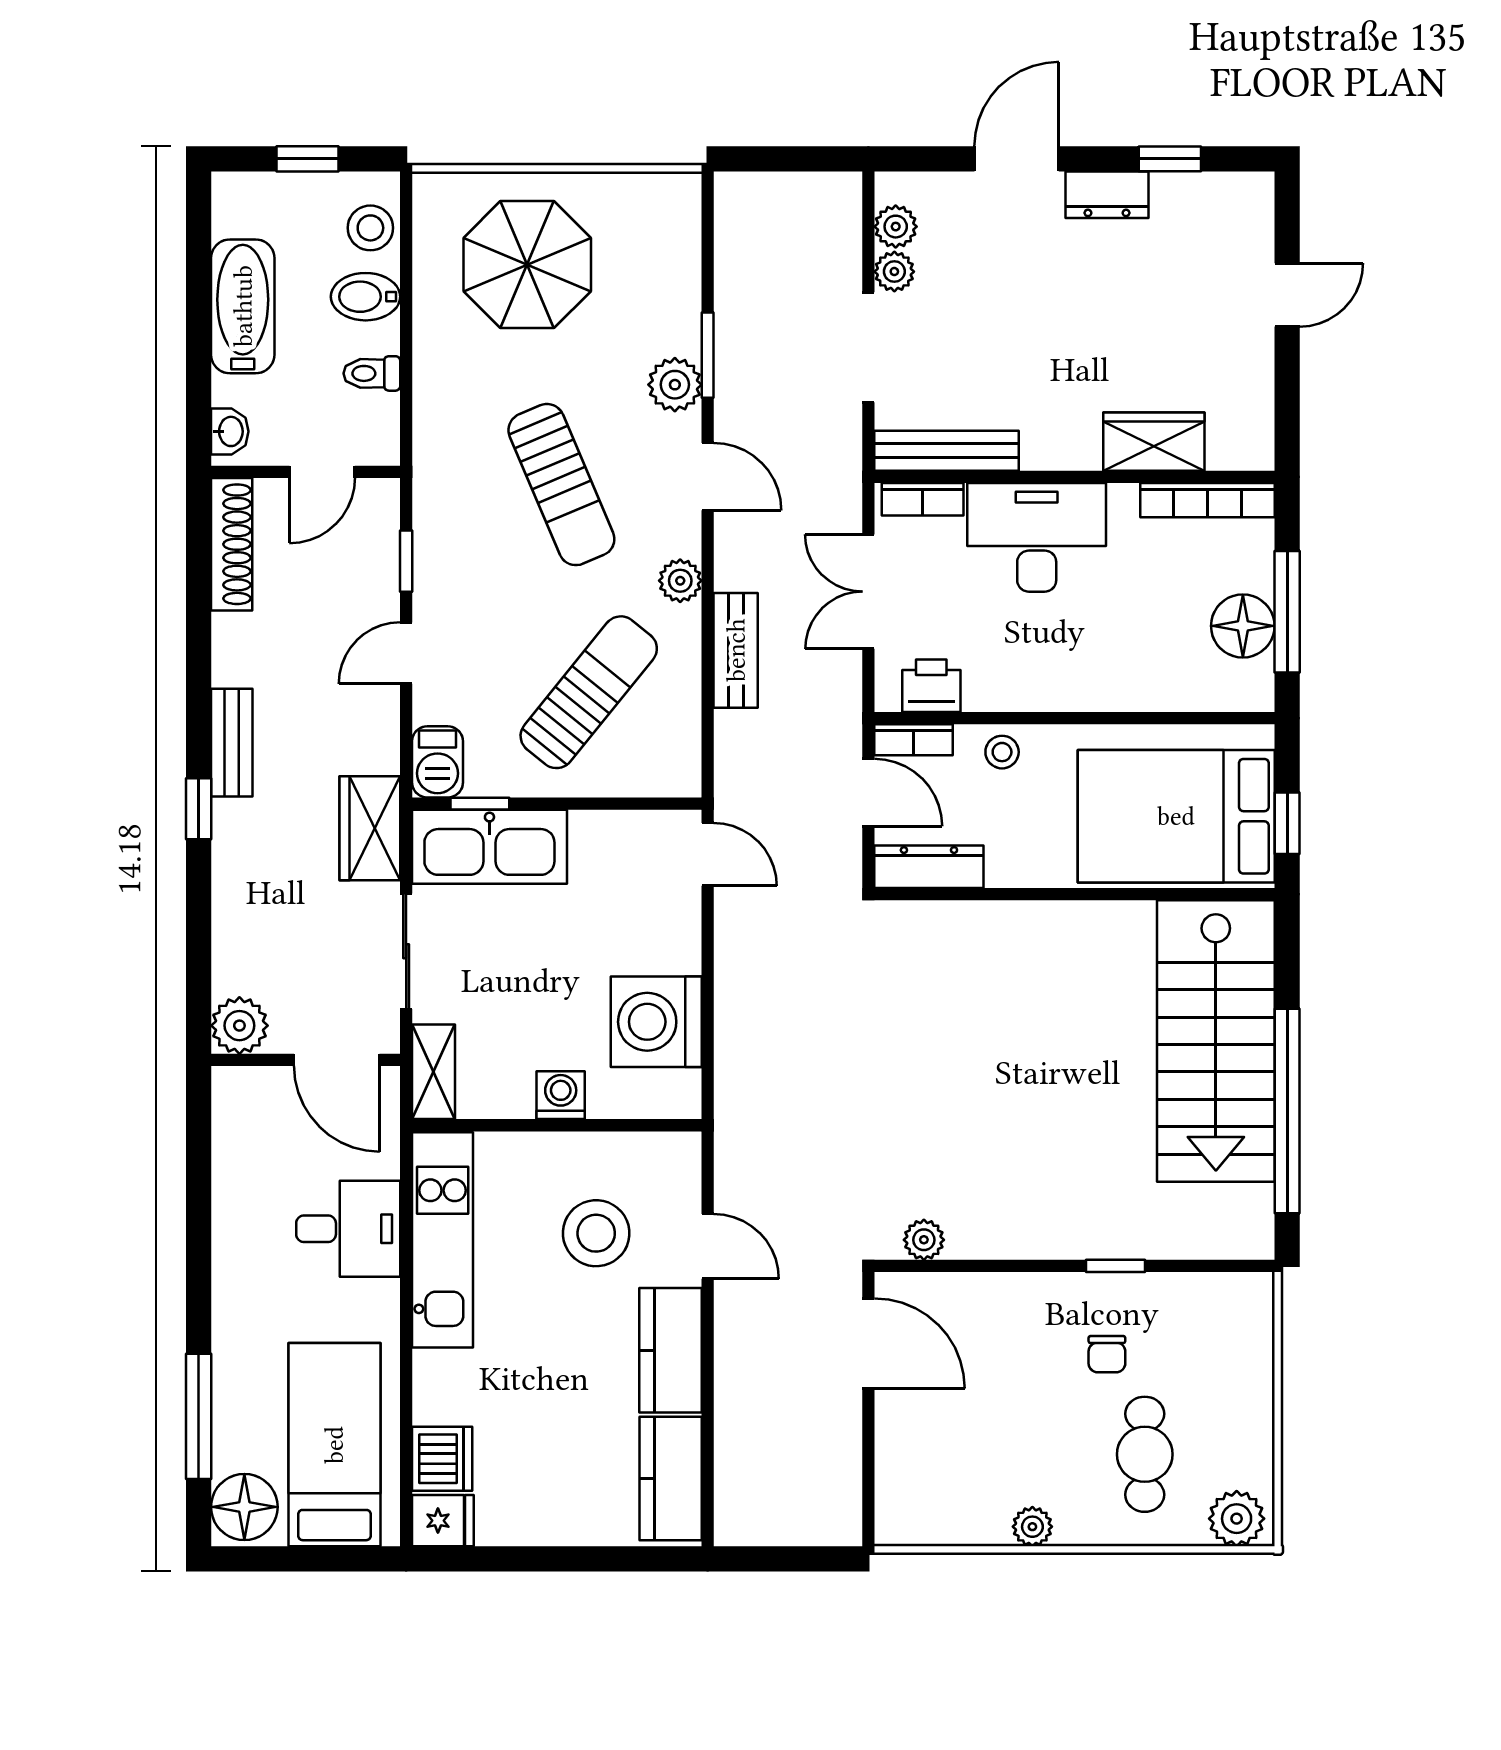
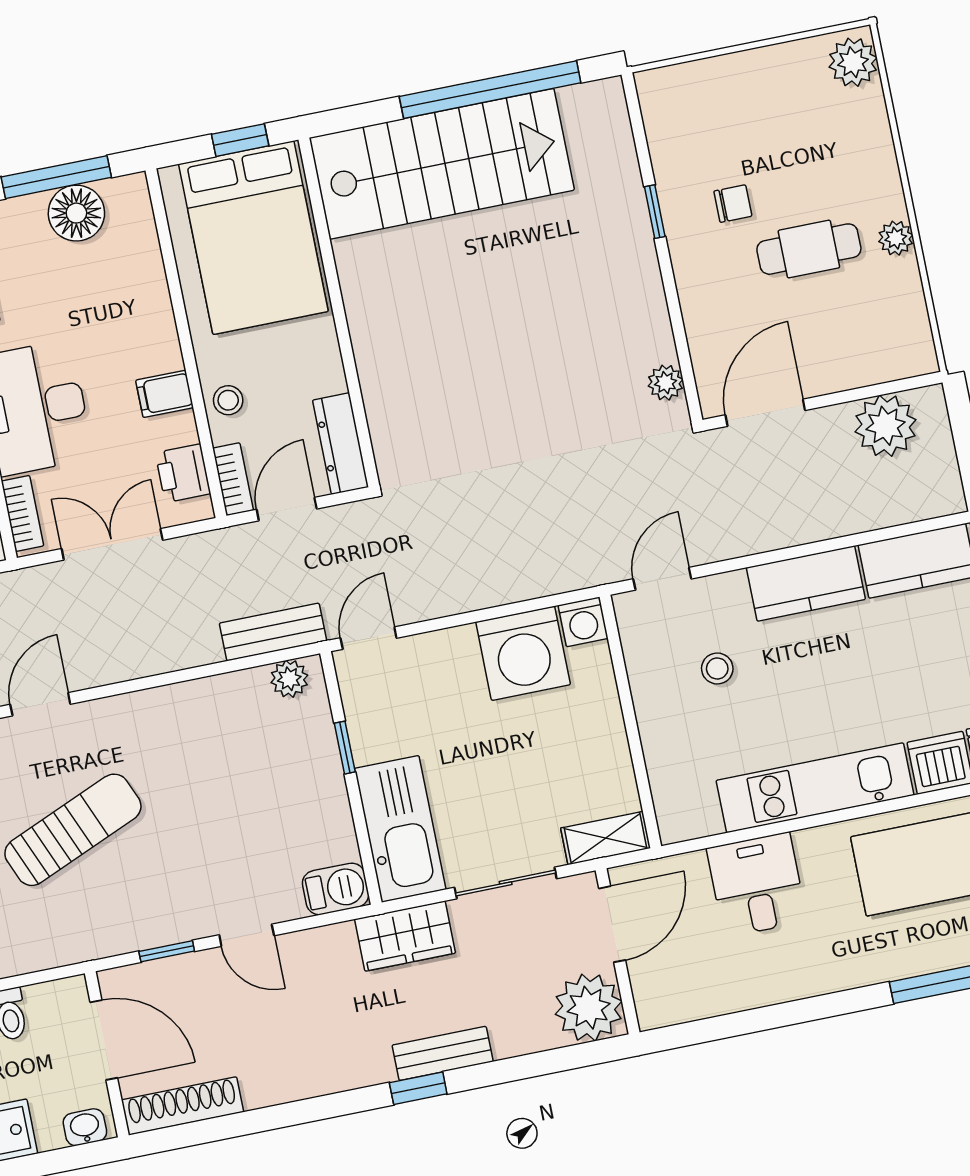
door: (322, 472) -> (104, 1040), width x1.37
plant: (680, 581) -> (289, 679), moved
double door: (868, 592) -> (112, 544), swing flipped
bench: (736, 650) -> (273, 632), moved
filing cabinet: (1023, 683) -> (165, 394), added
sun lounger: (589, 692) -> (249, 770), removed
bench: (232, 743) -> (443, 1053), moved
window: (480, 804) -> (345, 748), moved
plant: (239, 1026) -> (589, 1008), width x1.36, depth x1.36
washing machine: (561, 1095) -> (583, 622), moved, turned -90
stool: (596, 1233) -> (717, 668), width x0.53, depth x0.53
kitchen unit: (443, 1240) -> (815, 788), moved
door: (708, 1246) -> (662, 579), moved
cafe table: (1145, 1454) -> (809, 249), moved
plant: (827, 1473) -> (886, 426), added

